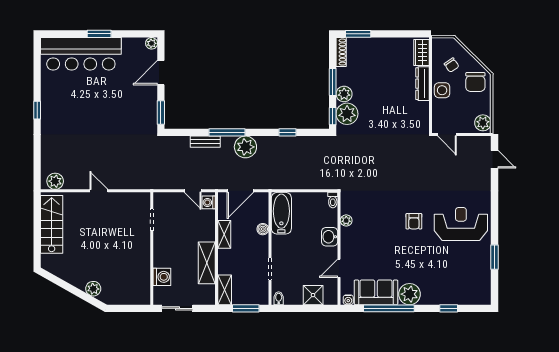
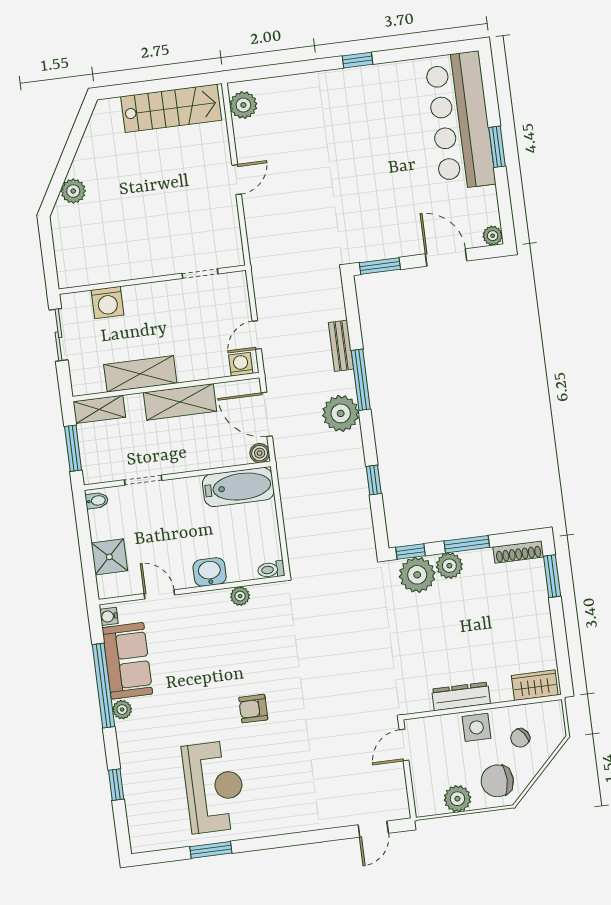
dresser: (422, 84) -> (461, 696), moved
plant: (483, 123) -> (457, 799), moved
reception desk: (461, 224) -> (214, 787), moved
boiler: (263, 229) -> (260, 453), moved
shelving: (224, 234) -> (180, 402), width x1.50, depth x1.33
plant: (410, 294) -> (122, 710), width x0.53, depth x0.53

